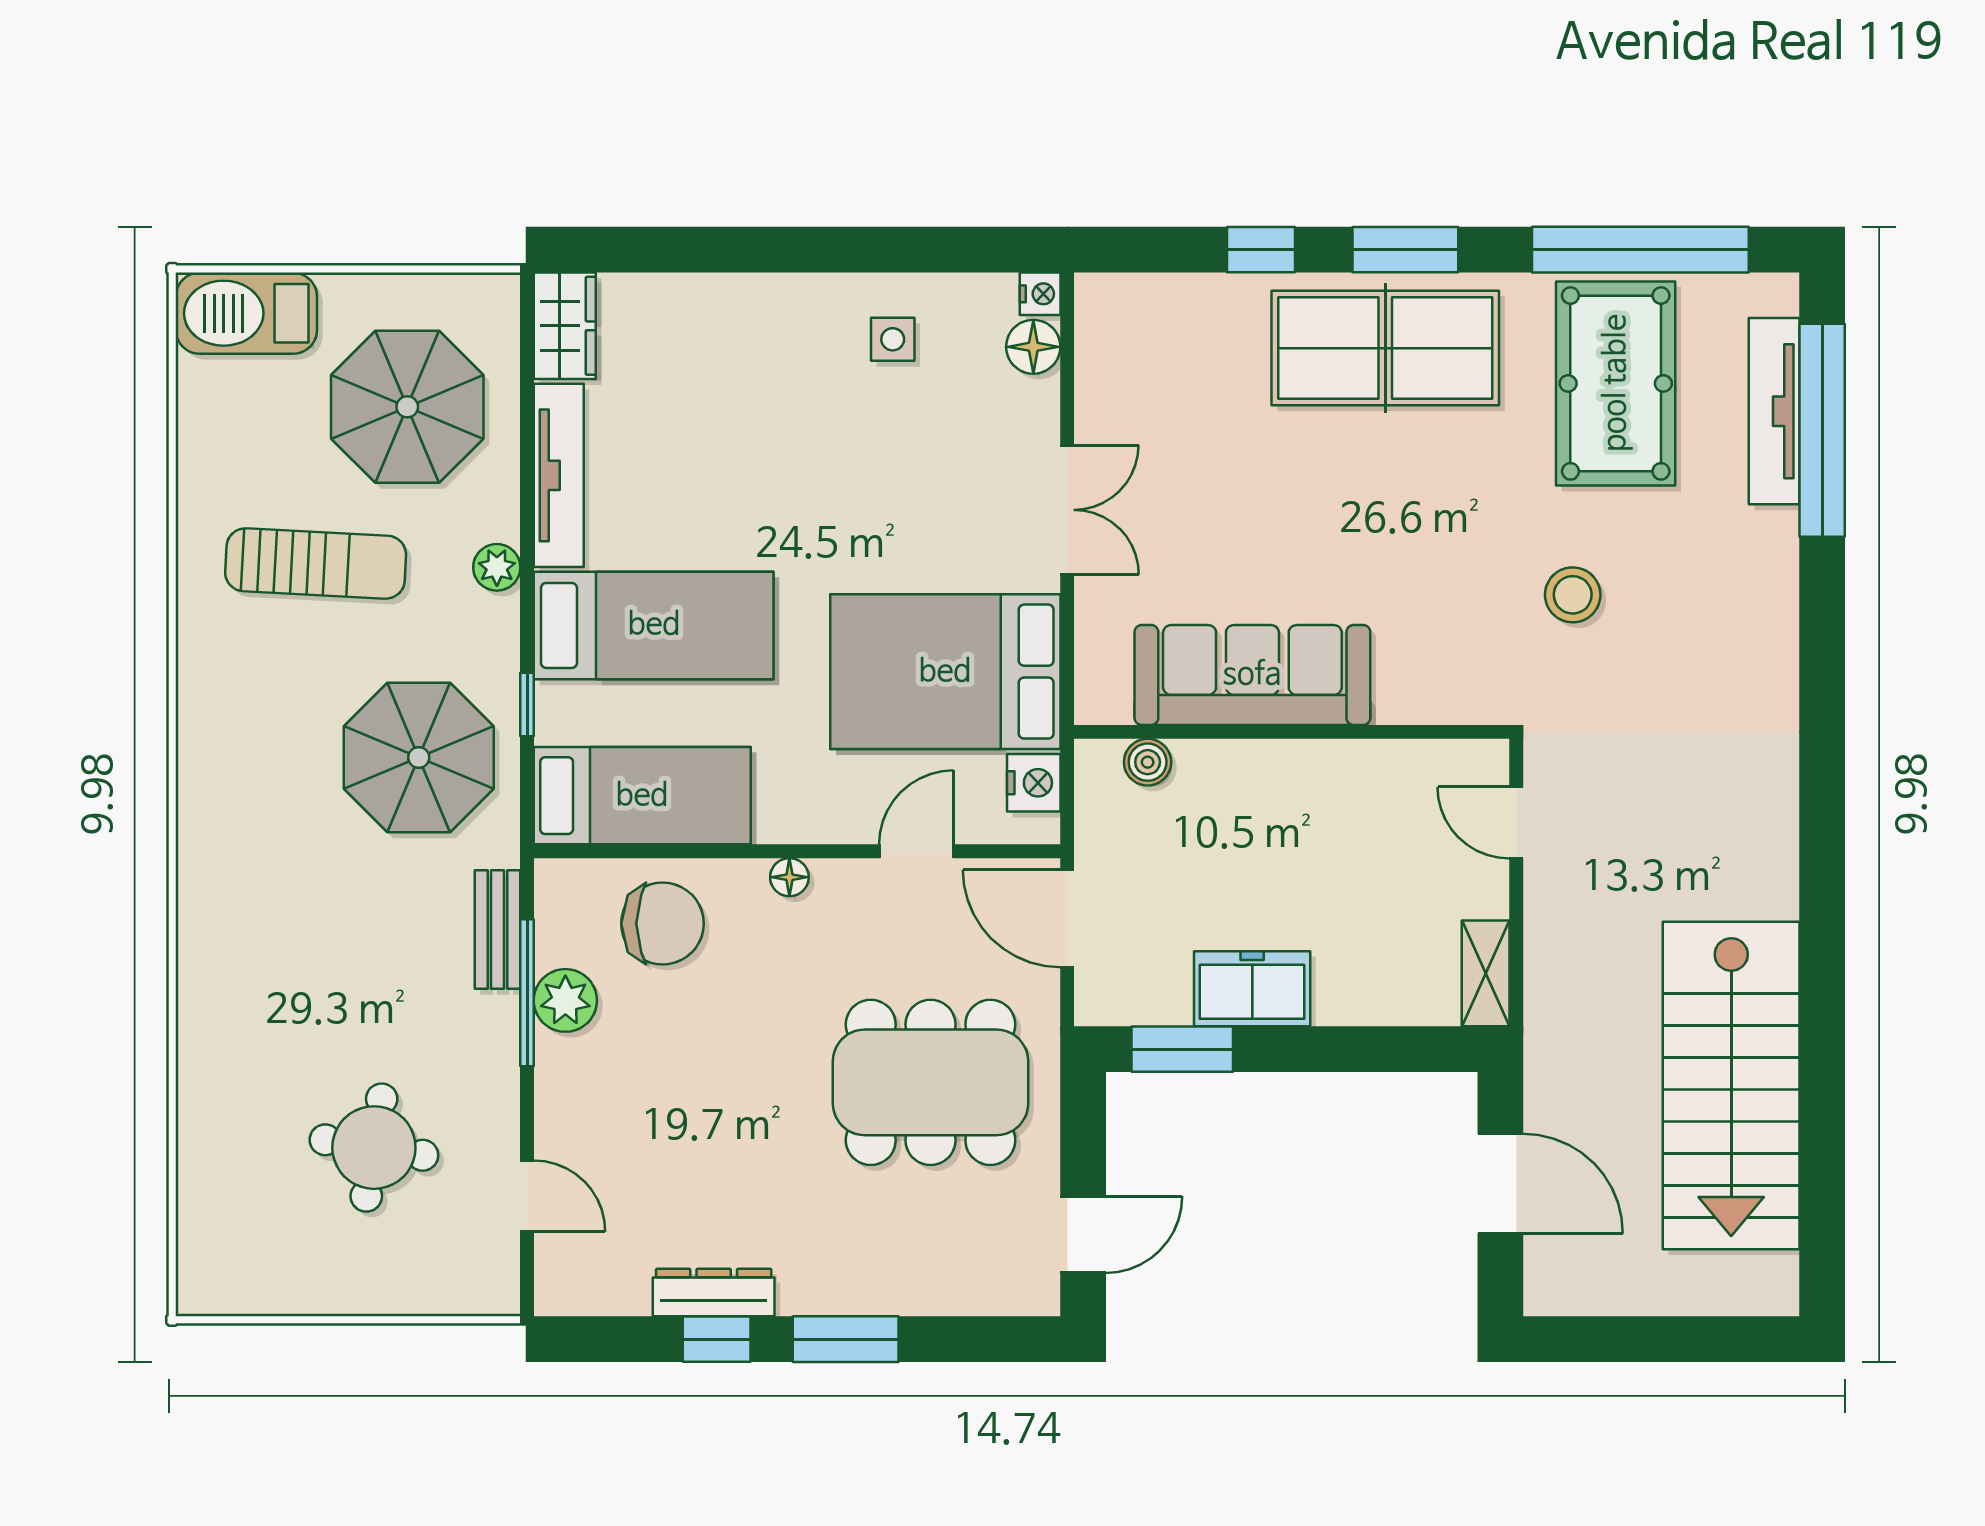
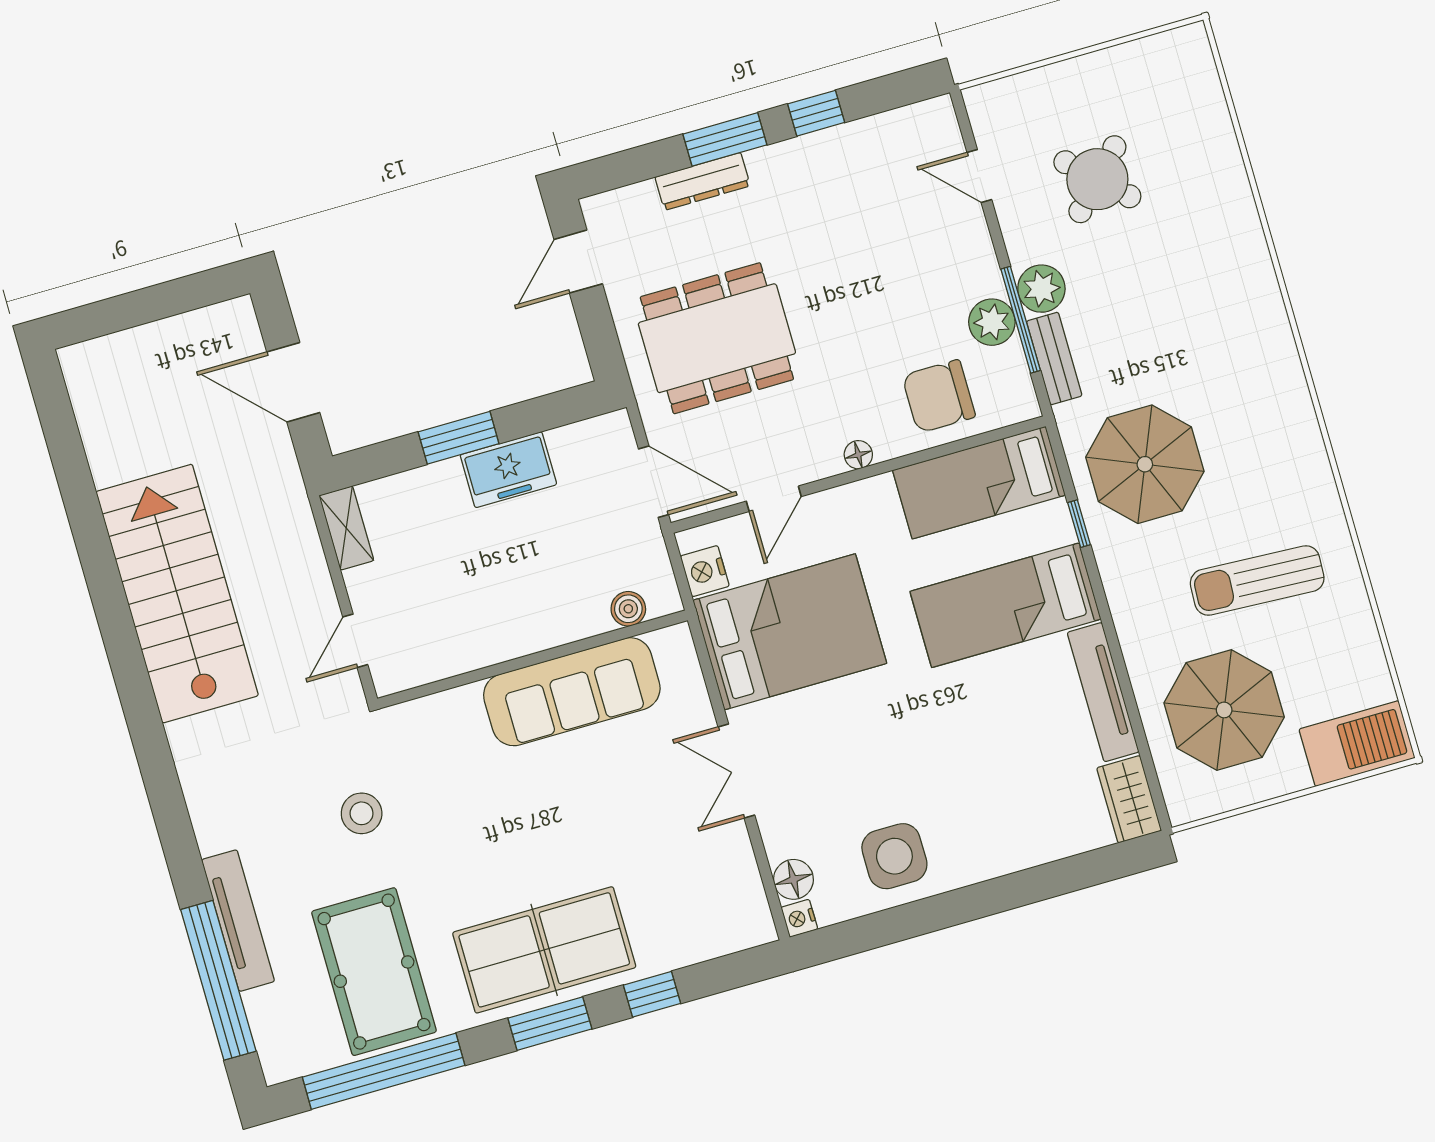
side table: (893, 339) -> (894, 856), width x1.87, depth x1.87
tv unit: (1774, 411) -> (238, 921), moved
plant: (497, 567) -> (1041, 289), moved, width x1.38, depth x1.38
door: (1516, 823) -> (355, 641), swing flipped
window: (1182, 1049) -> (459, 438), moved
stairs: (1731, 1085) -> (177, 594), moved
round table: (374, 1148) -> (1097, 179), turned 35
dresser: (714, 1293) -> (703, 181), moved

